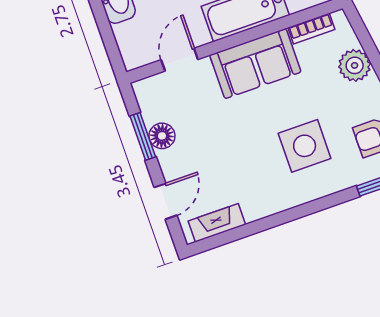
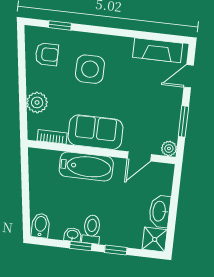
plant: (145, 90) -> (169, 148), added
floor lamp: (162, 136) -> (172, 116), removed
fireplace: (217, 223) -> (158, 50), width x1.37, depth x1.32

